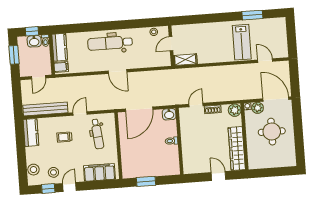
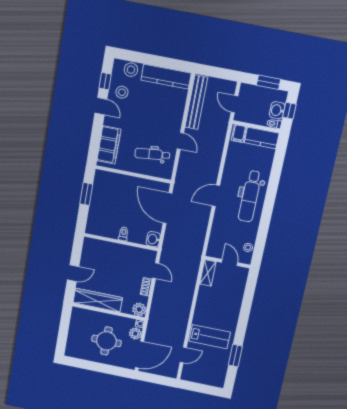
lab bench: (242, 42) -> (210, 337), turned 180
dental chair: (110, 43) -> (250, 196), turned 180
kitchen counter: (31, 132) -> (166, 77), width x1.50
trolley: (64, 137) -> (159, 116), removed

